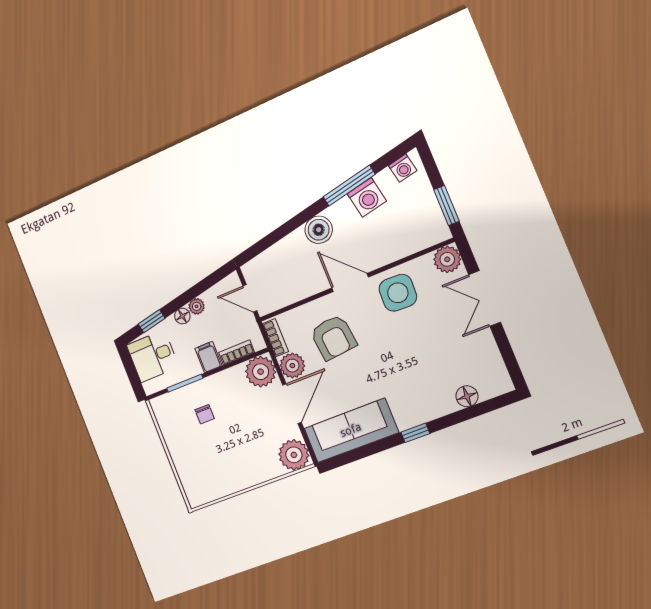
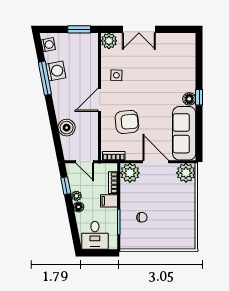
boiler: (319, 230) -> (67, 128), moved
side table: (398, 293) -> (116, 75), width x0.54, depth x0.54
door: (250, 298) -> (85, 162), hinge flipped
window: (152, 321) -> (66, 186), moved
plant: (292, 366) -> (134, 152), removed
floor lamp: (467, 396) -> (189, 99), moved

